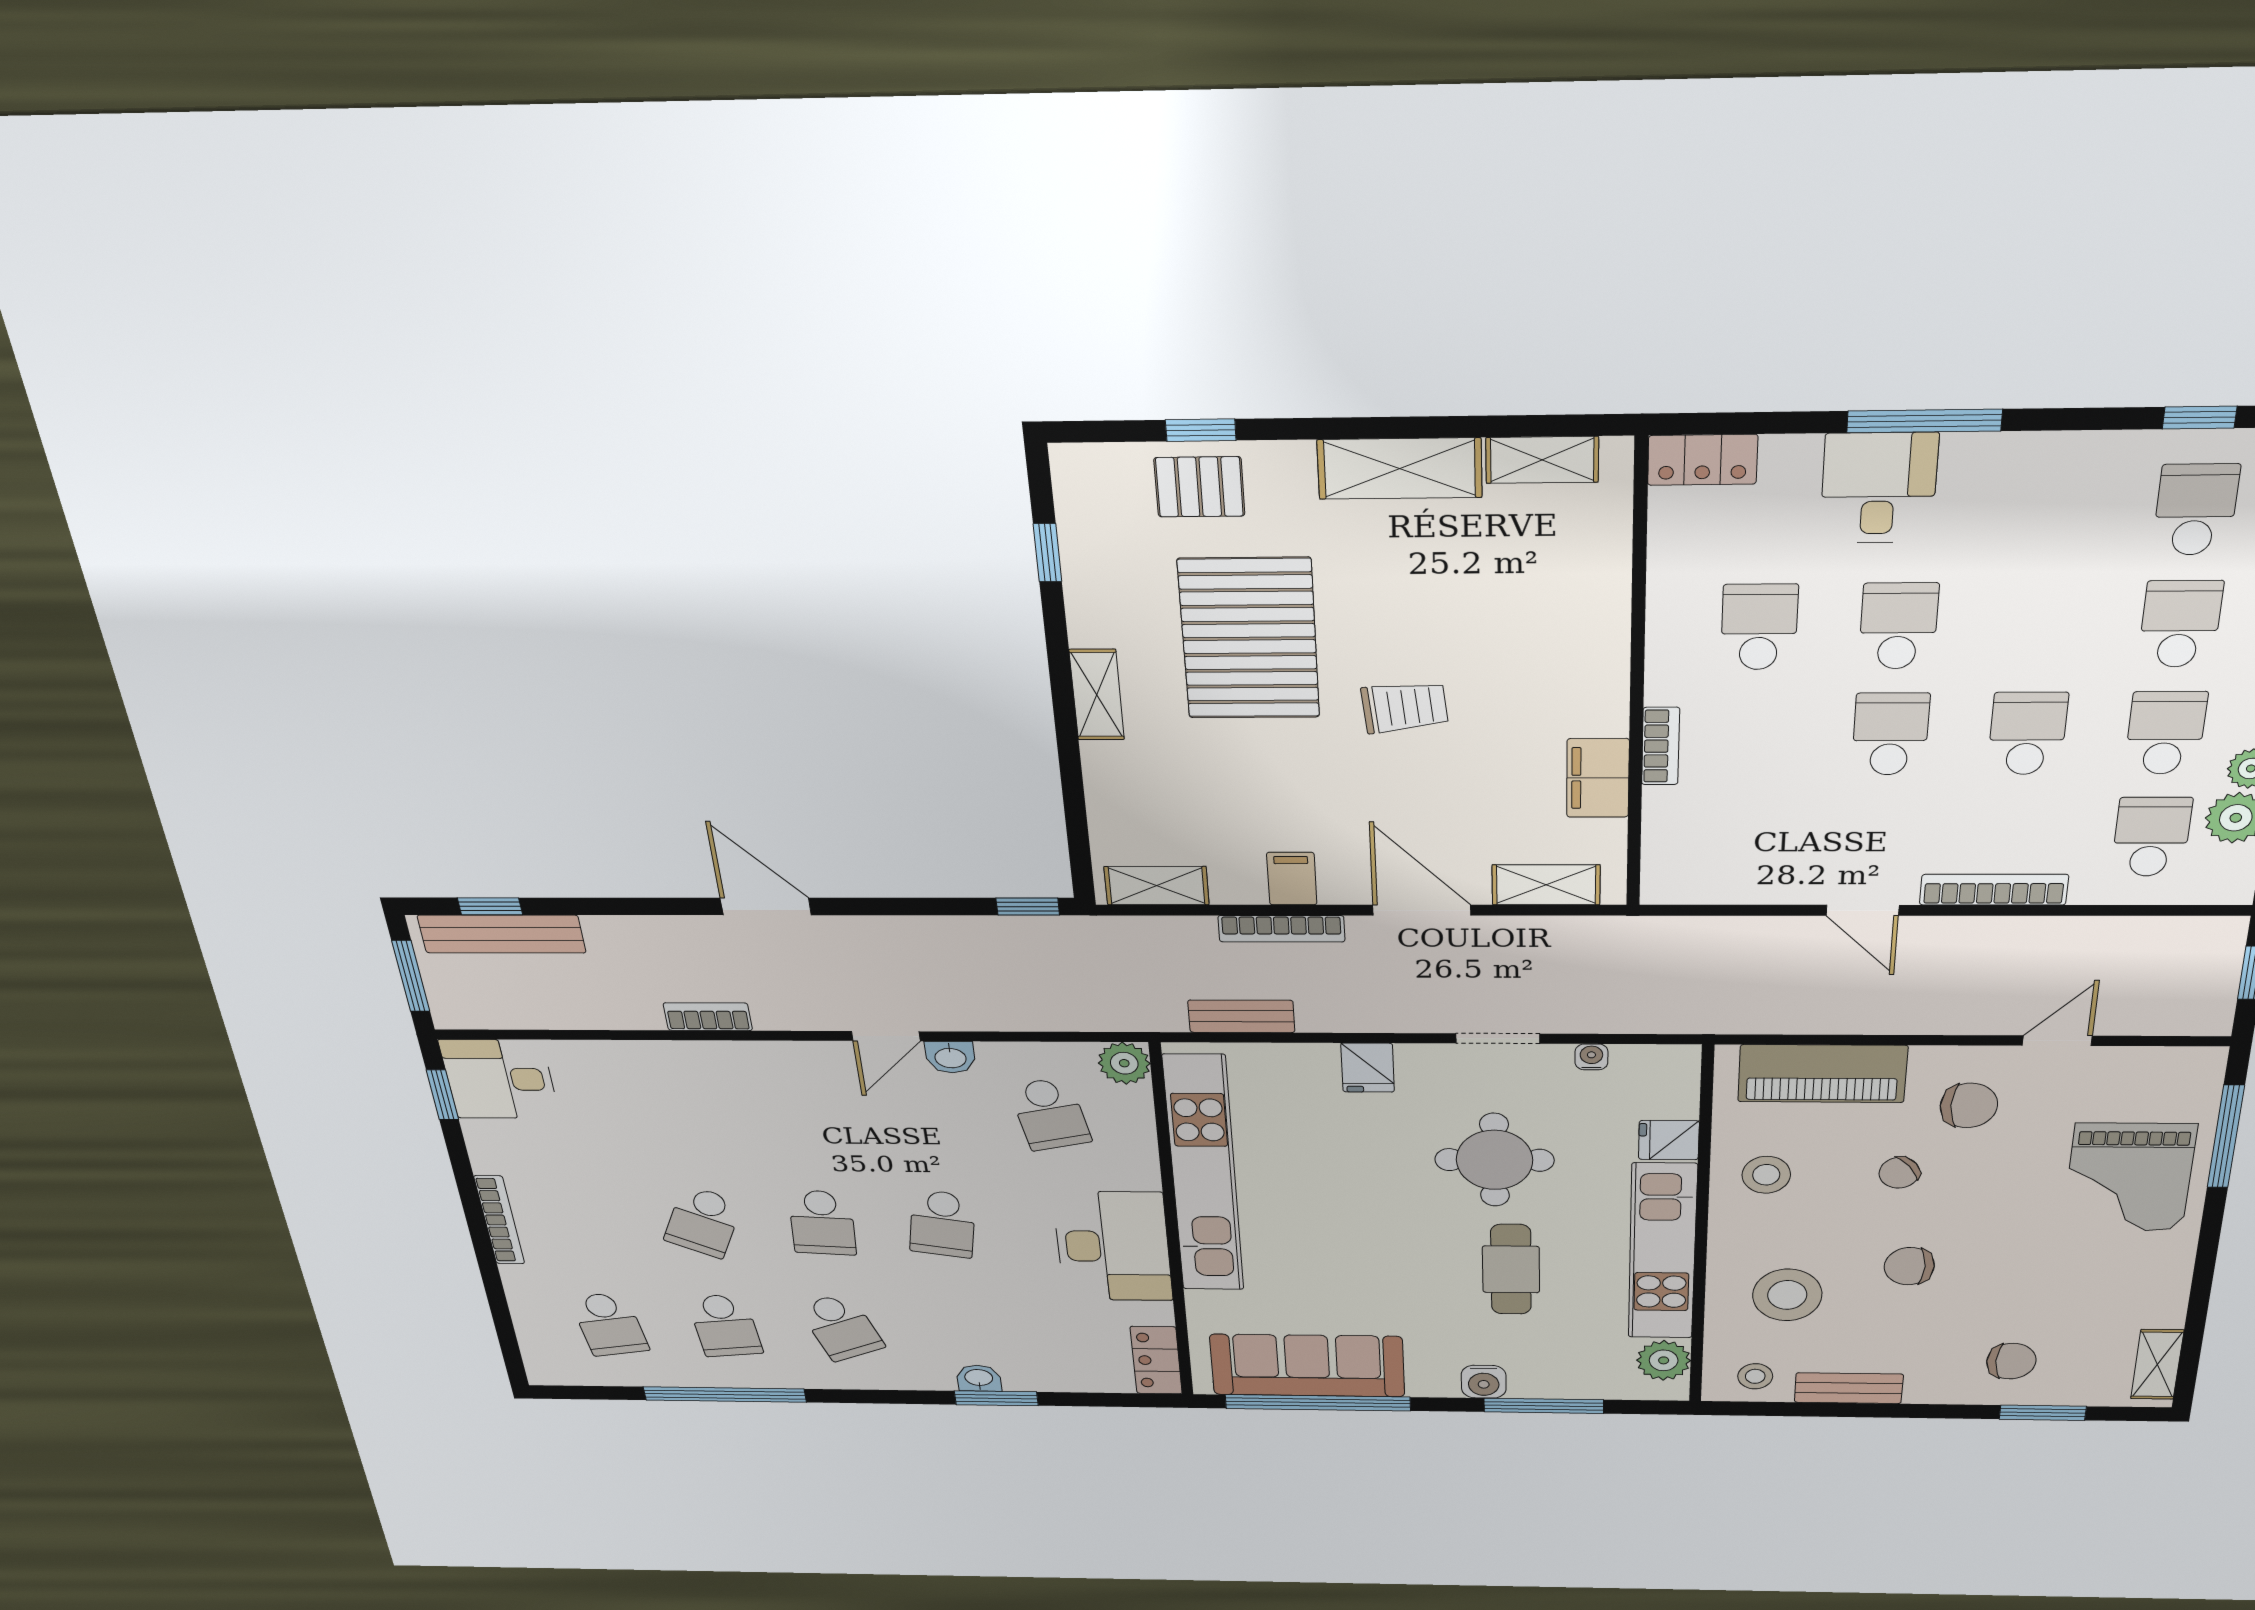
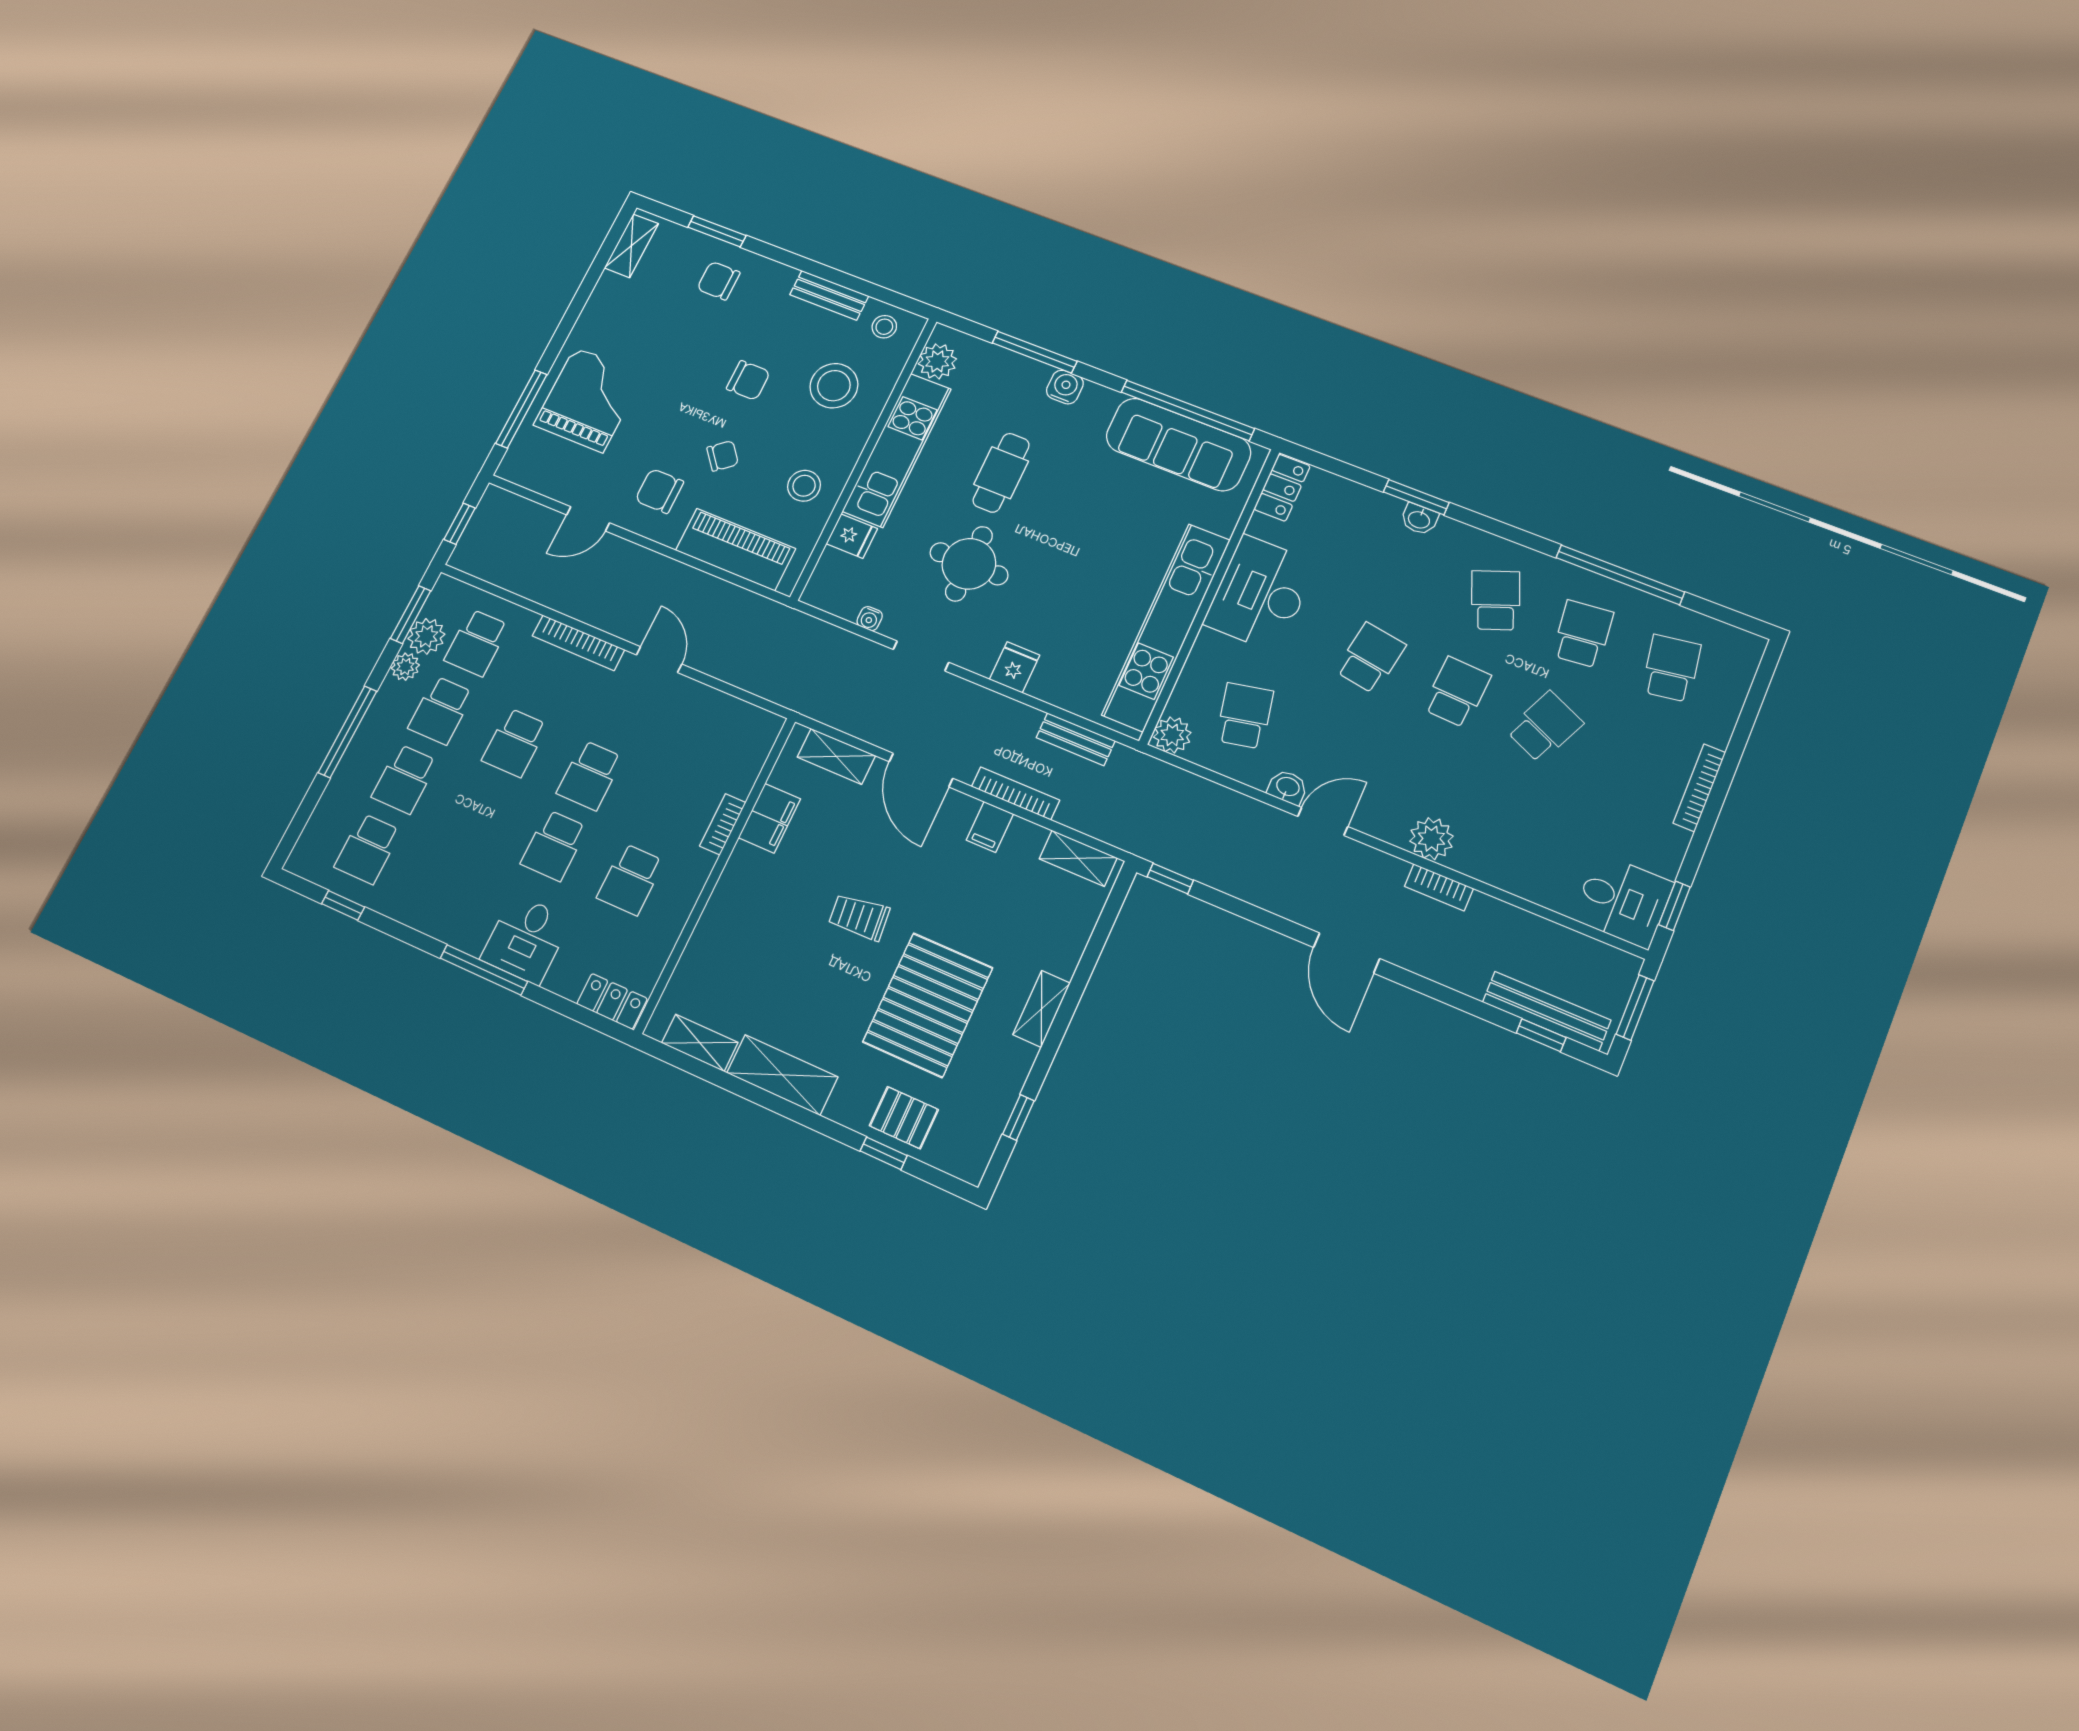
plant: (750, 1064) -> (1431, 839), added

